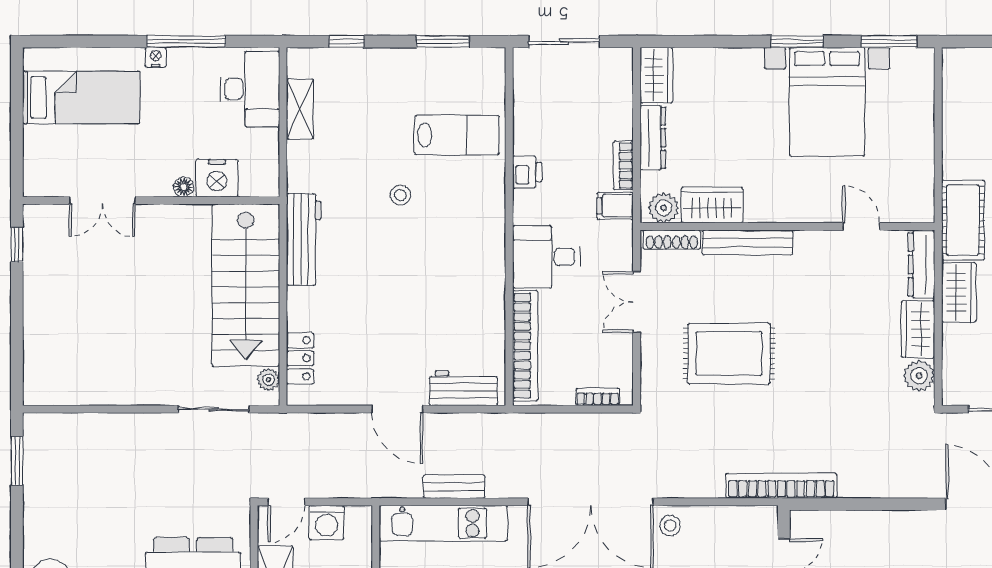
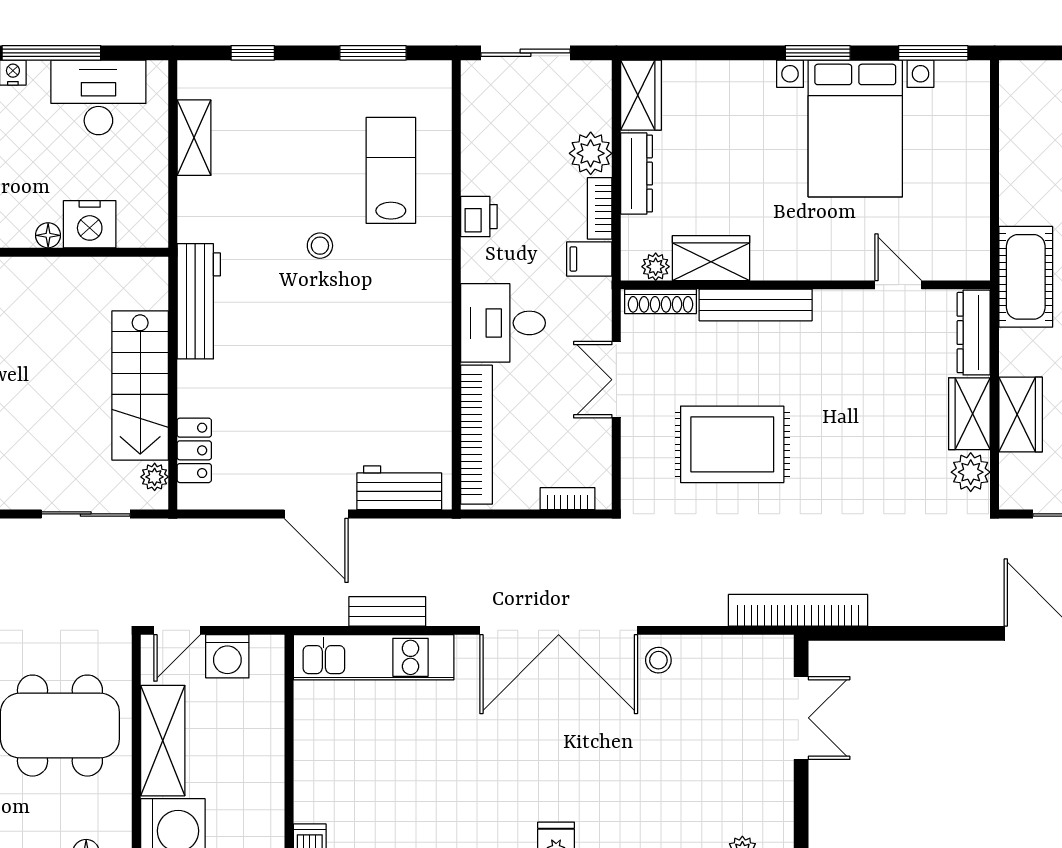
desk: (250, 89) -> (98, 97), moved, turned -90
plant: (616, 122) -> (591, 153), added
lab bench: (457, 135) -> (391, 170), turned -90
plant: (664, 208) -> (656, 267), width x0.73, depth x0.73
stairs: (246, 285) -> (140, 386), width x0.73, depth x0.66
wardrobe: (959, 292) -> (1021, 415), moved

